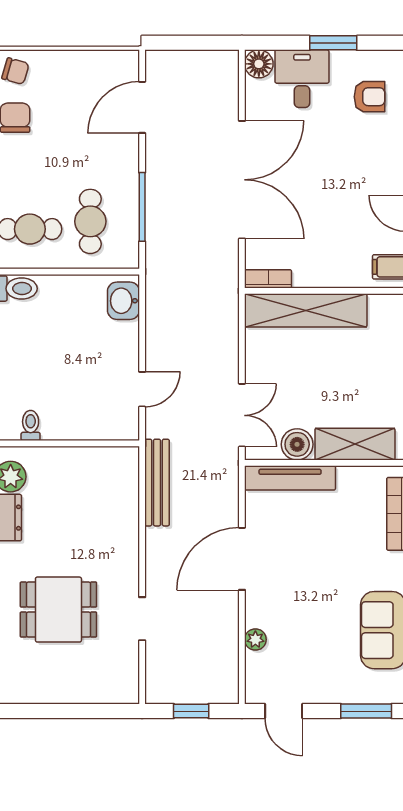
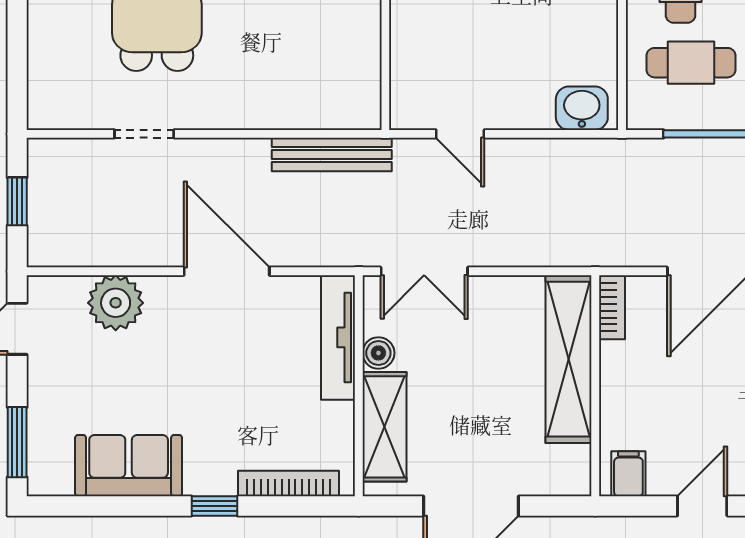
boiler: (297, 444) -> (378, 353), width x0.73, depth x0.73
plant: (255, 640) -> (116, 303), width x1.88, depth x1.88

